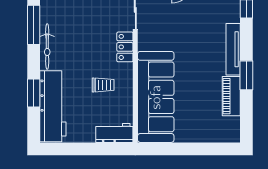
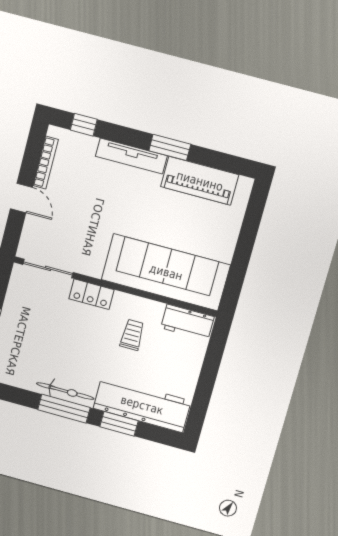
window: (34, 25) -> (64, 409), moved
piano: (231, 96) -> (200, 181), width x1.37, depth x1.33
workbench: (114, 133) -> (187, 322), moved, turned -90

